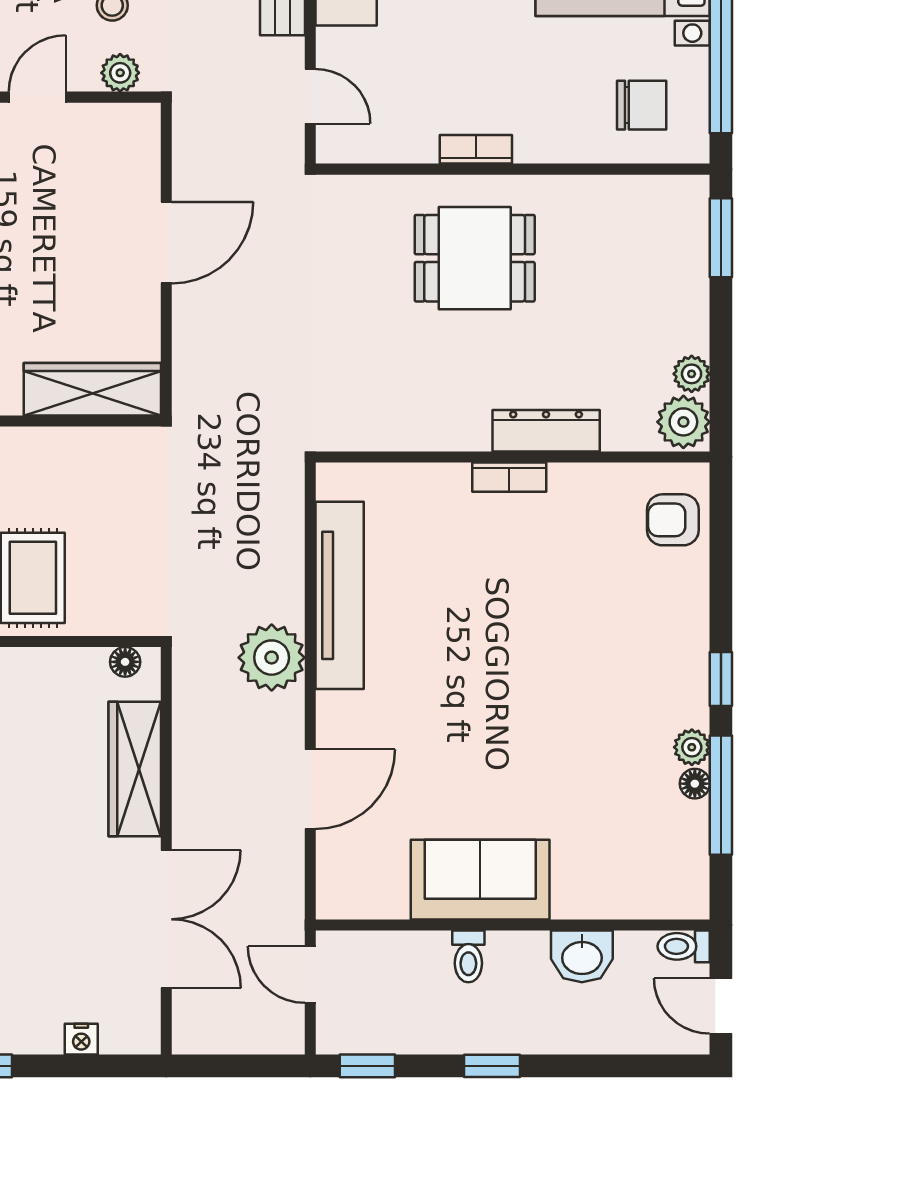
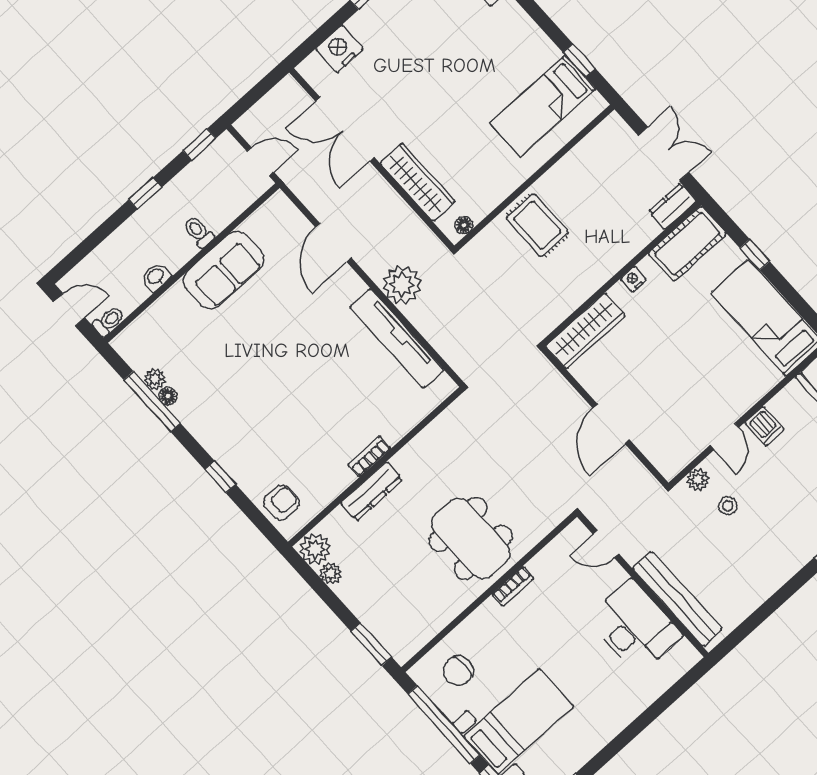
dining table: (475, 258) -> (471, 538), width x1.38
window: (721, 679) -> (220, 477), moved
plant: (692, 747) -> (155, 379), moved
washbasin: (582, 956) -> (156, 277), width x0.72, depth x0.69
nightstand: (81, 1039) -> (339, 49), width x1.89, depth x1.79

